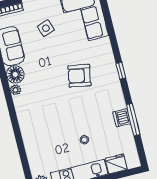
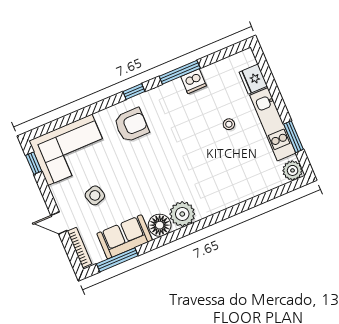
armchair: (79, 76) -> (131, 125), moved, turned -100
plant: (15, 90) -> (182, 214), width x1.88, depth x1.88
window: (133, 120) -> (180, 72), moved

